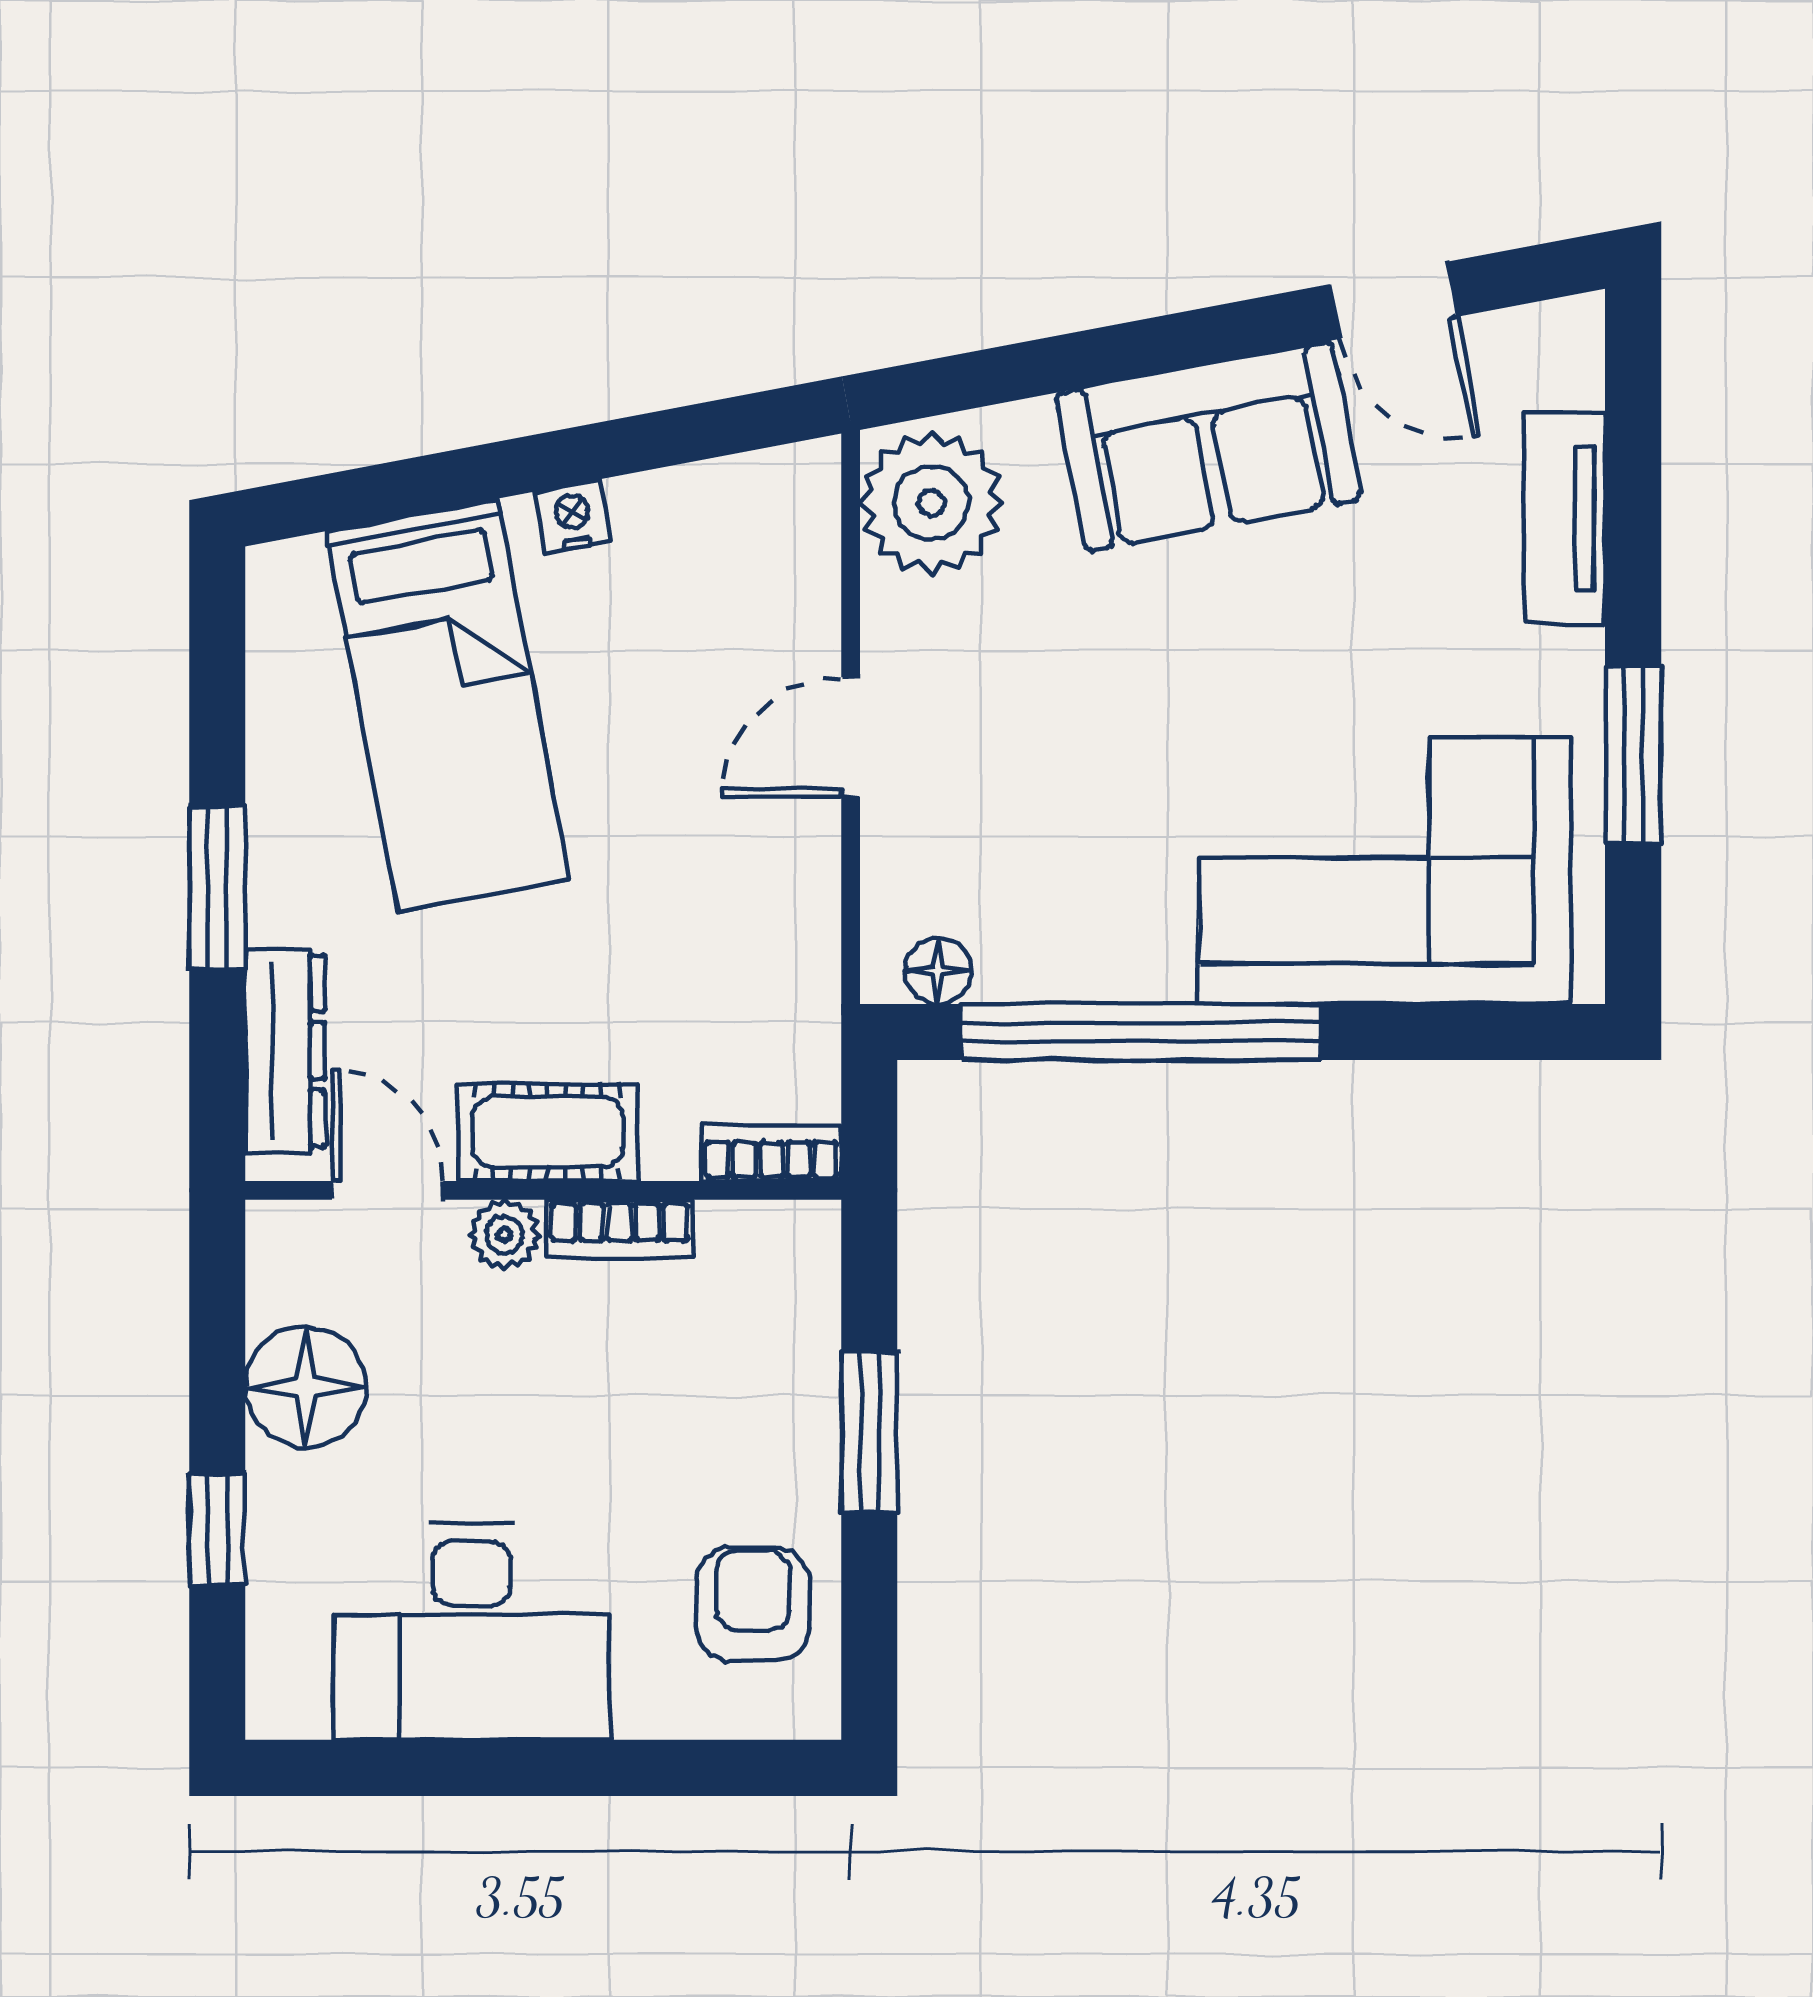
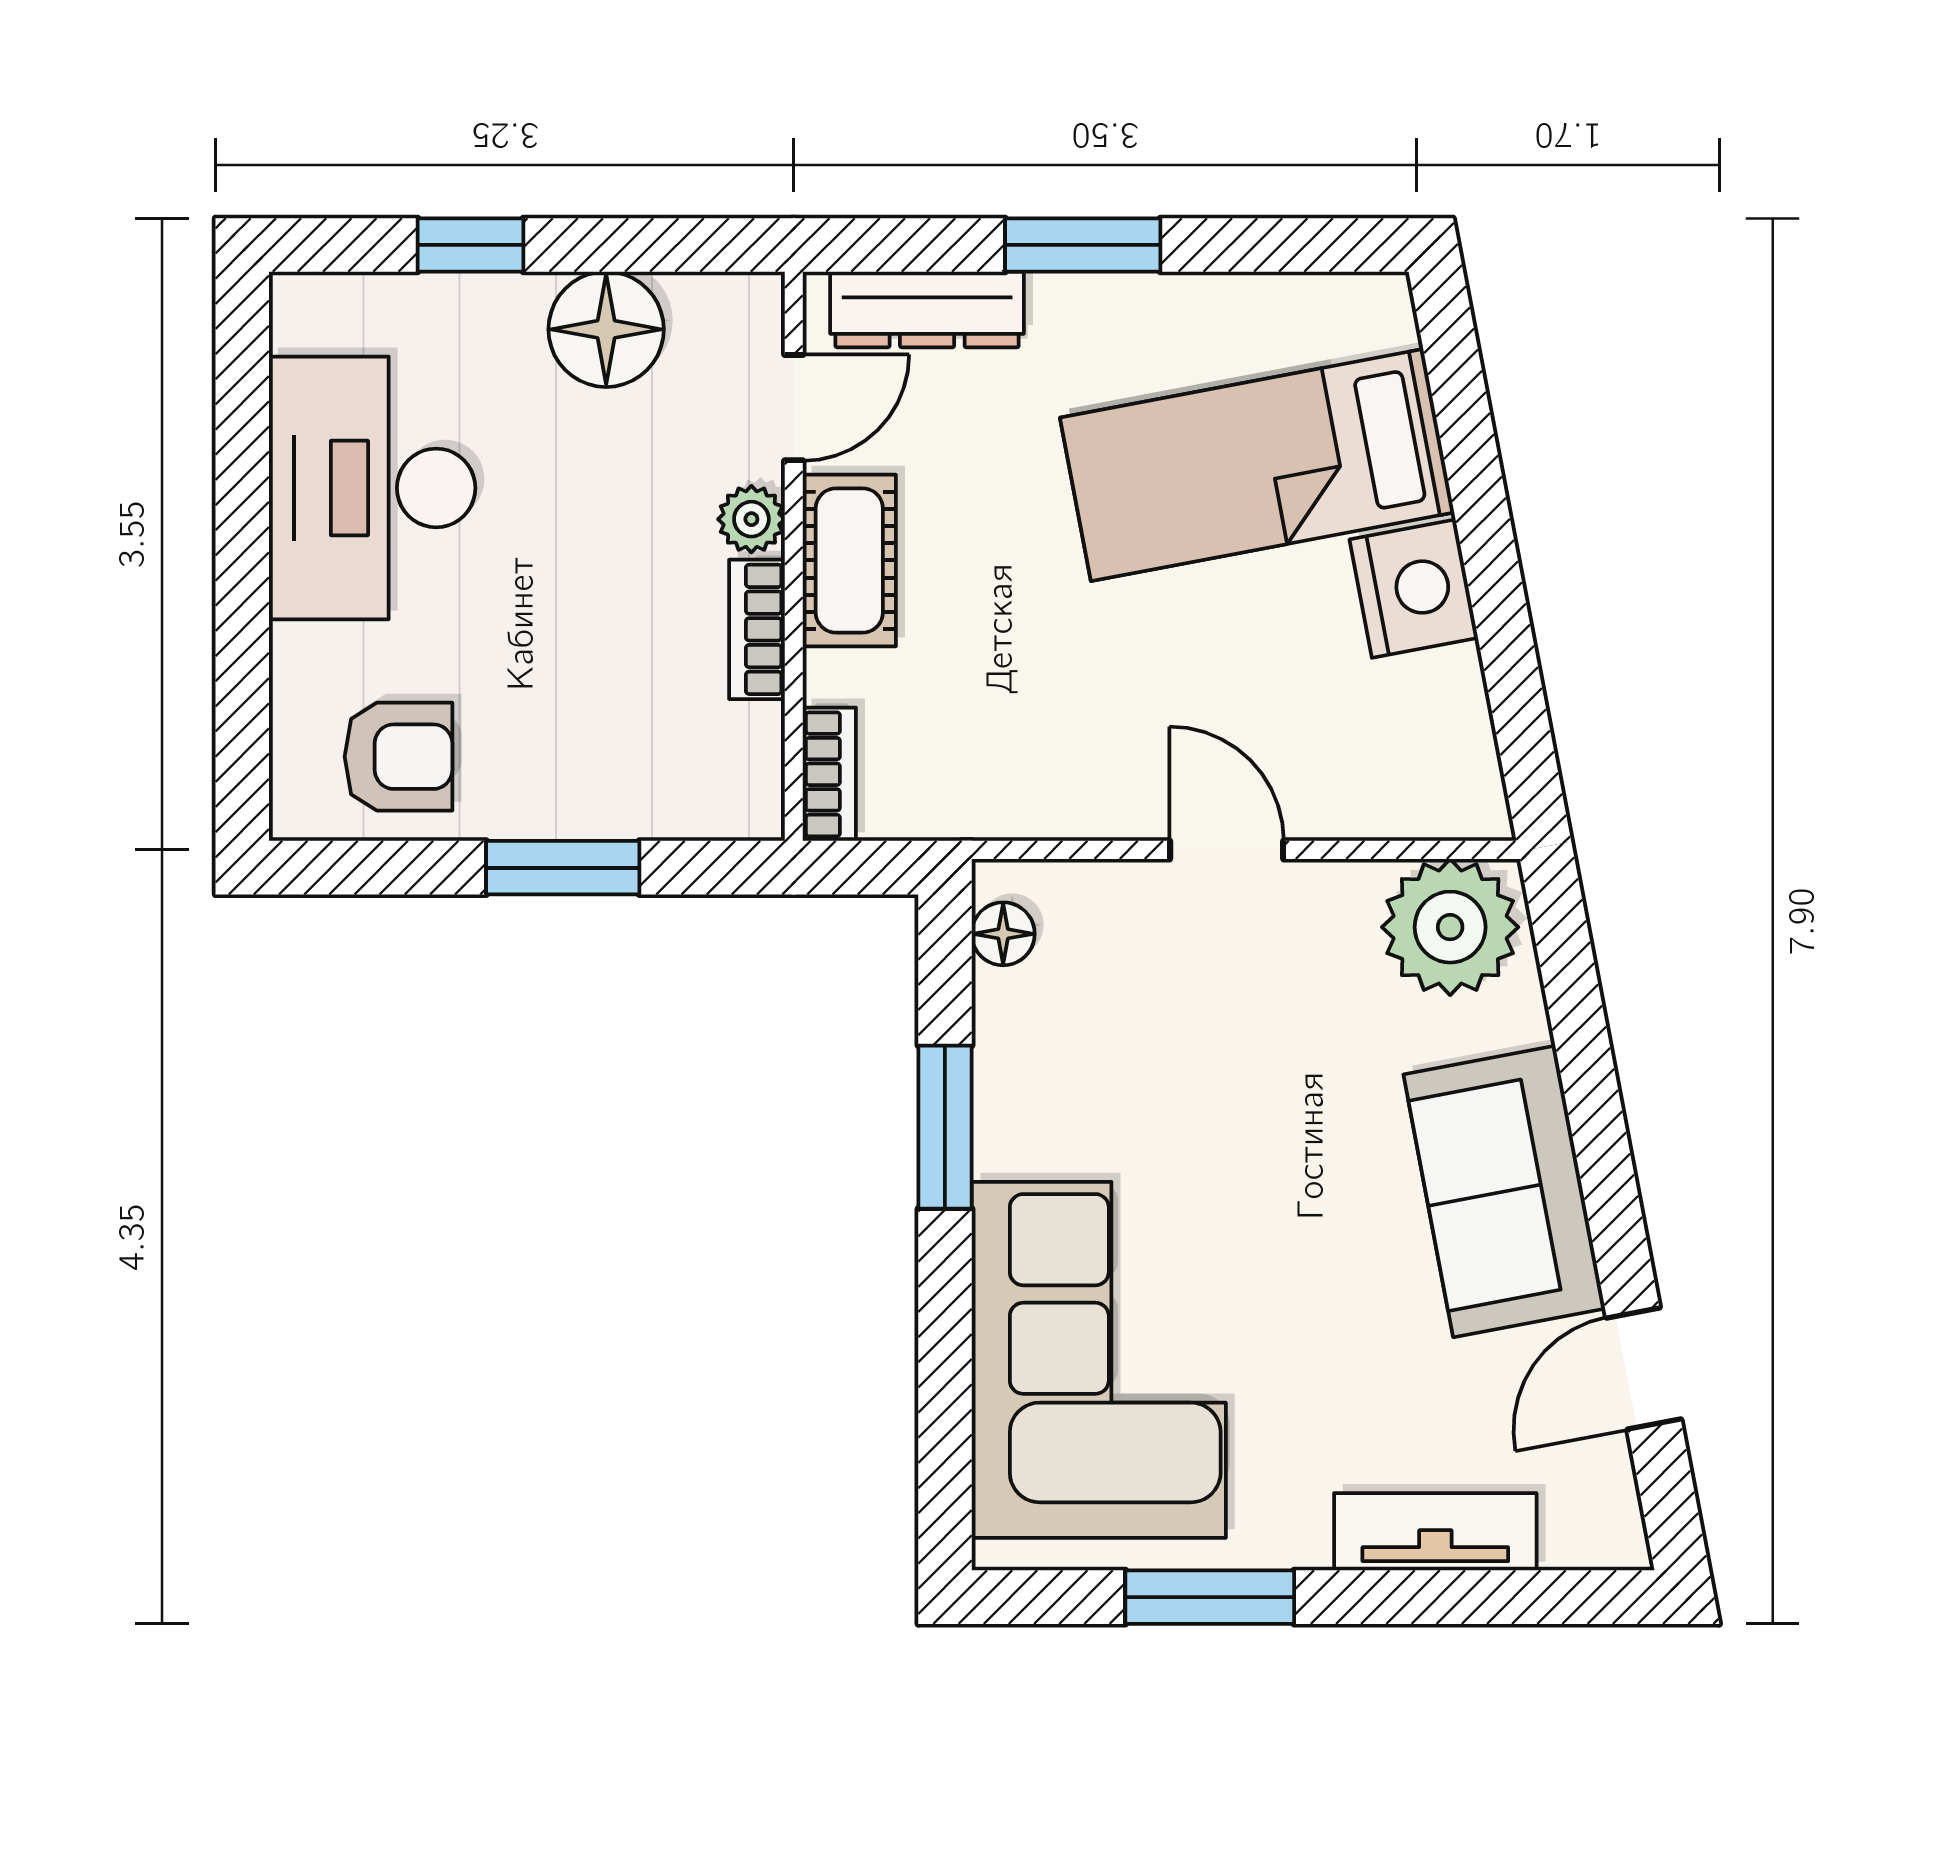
nightstand: (572, 516) -> (1414, 589), width x1.89, depth x1.79
window: (1141, 1032) -> (945, 1127), width x0.47

